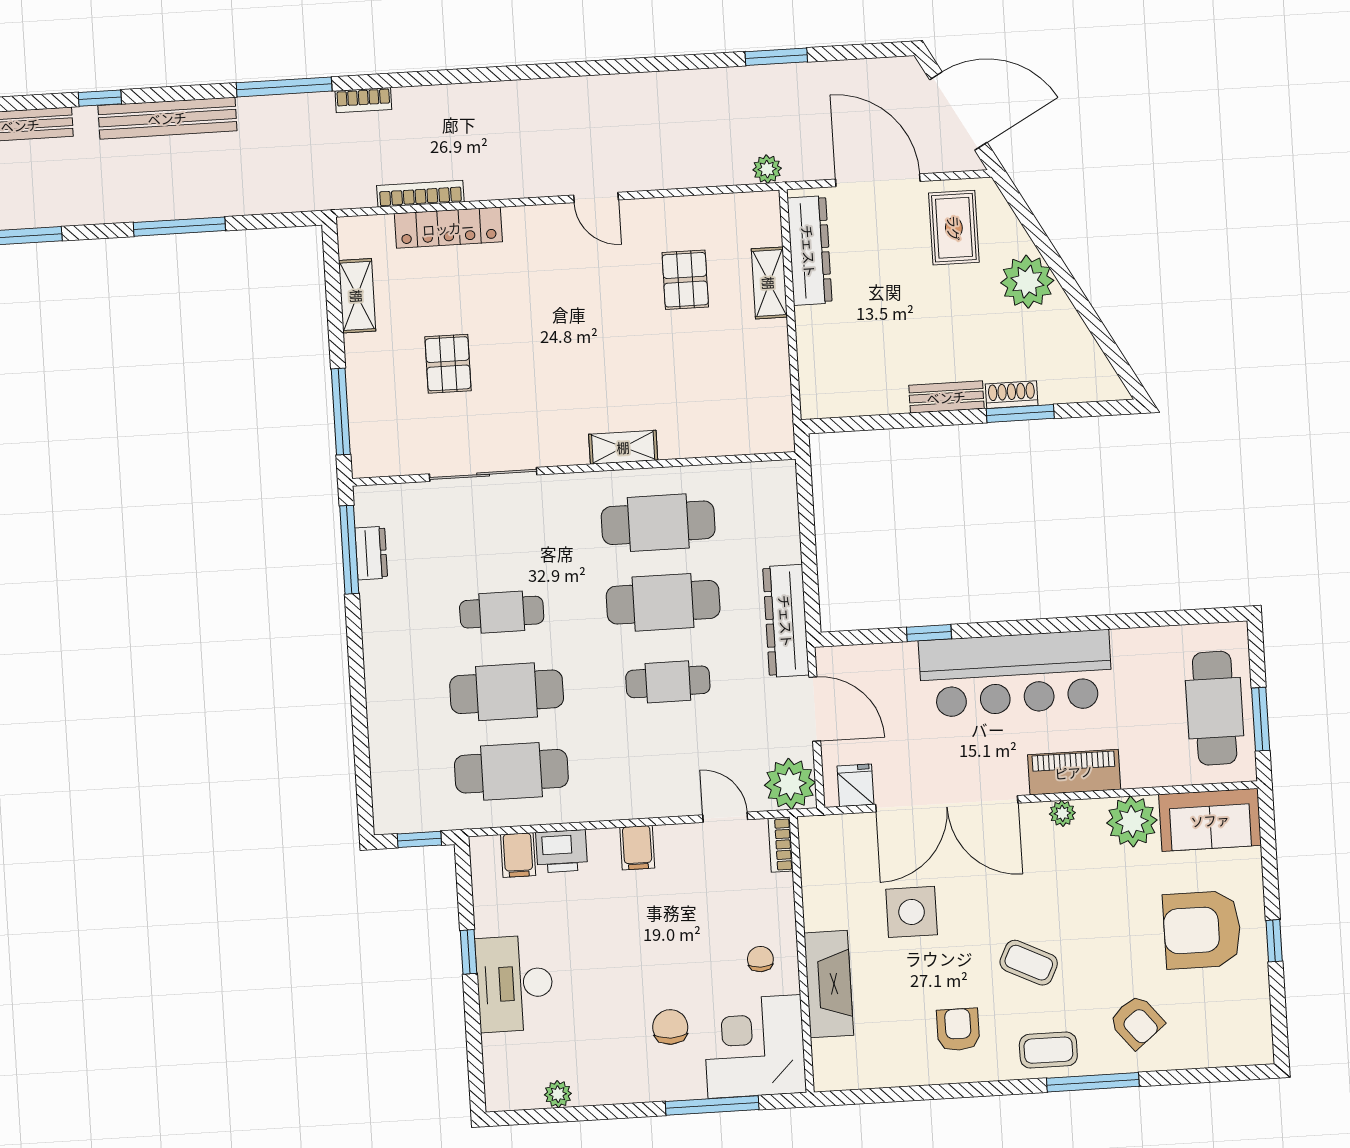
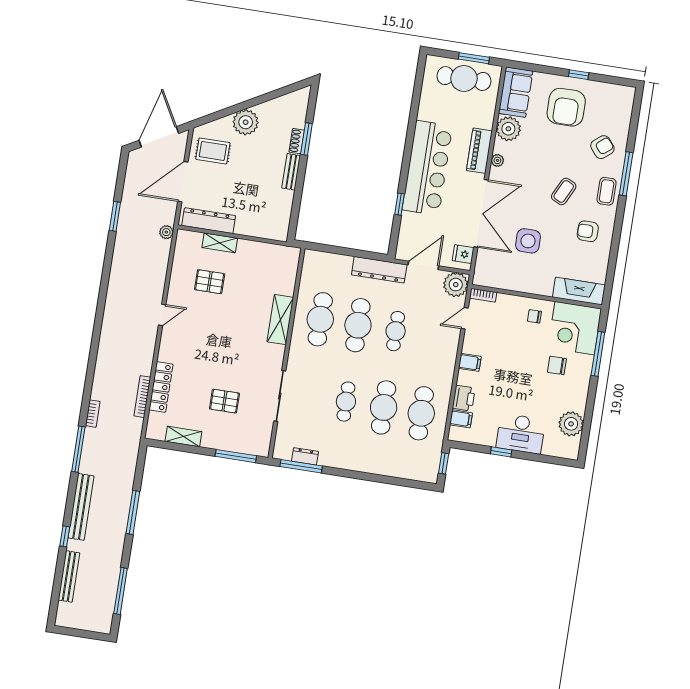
shelving: (623, 447) -> (280, 320), width x1.50, depth x1.33
fireplace: (829, 984) -> (579, 291), moved
plant: (558, 1094) -> (571, 424), width x1.88, depth x1.88

